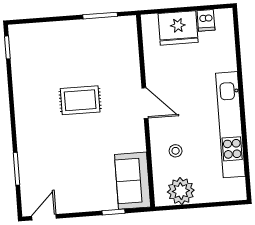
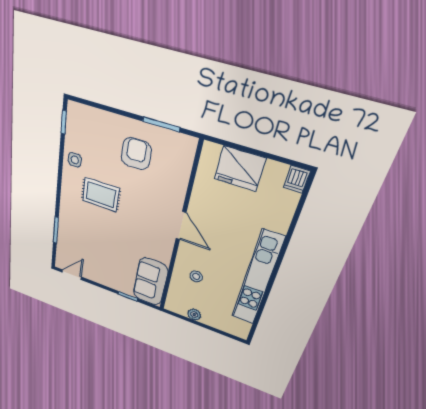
dishwasher: (206, 20) -> (297, 179), moved
armchair: (84, 50) -> (136, 154), added
side table: (25, 80) -> (75, 160), added
rug: (80, 100) -> (101, 195), moved
plant: (181, 191) -> (194, 315), width x0.53, depth x0.53

